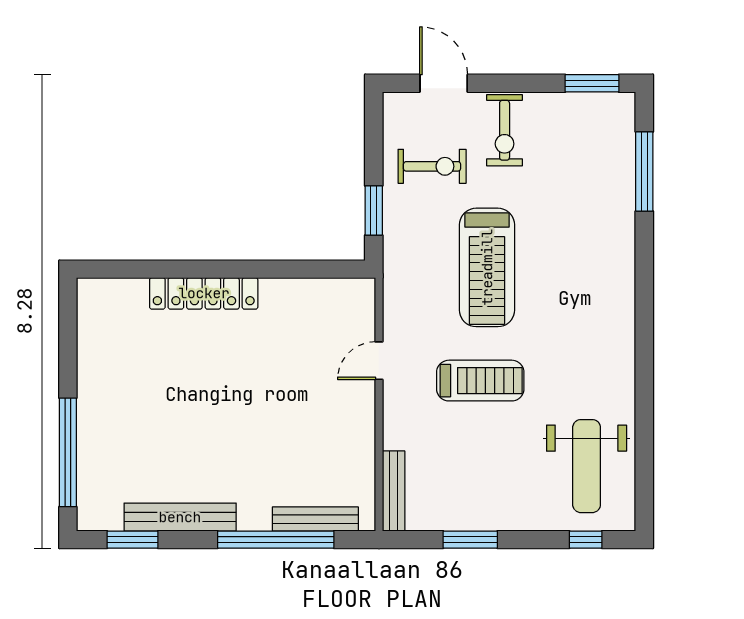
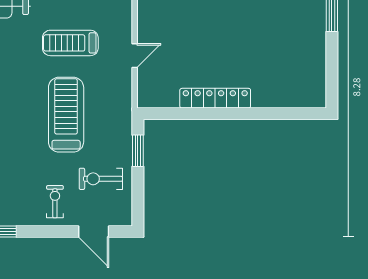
exercise bike: (505, 130) -> (55, 202), width x0.73, depth x0.72
locker: (204, 293) -> (215, 98), moved

